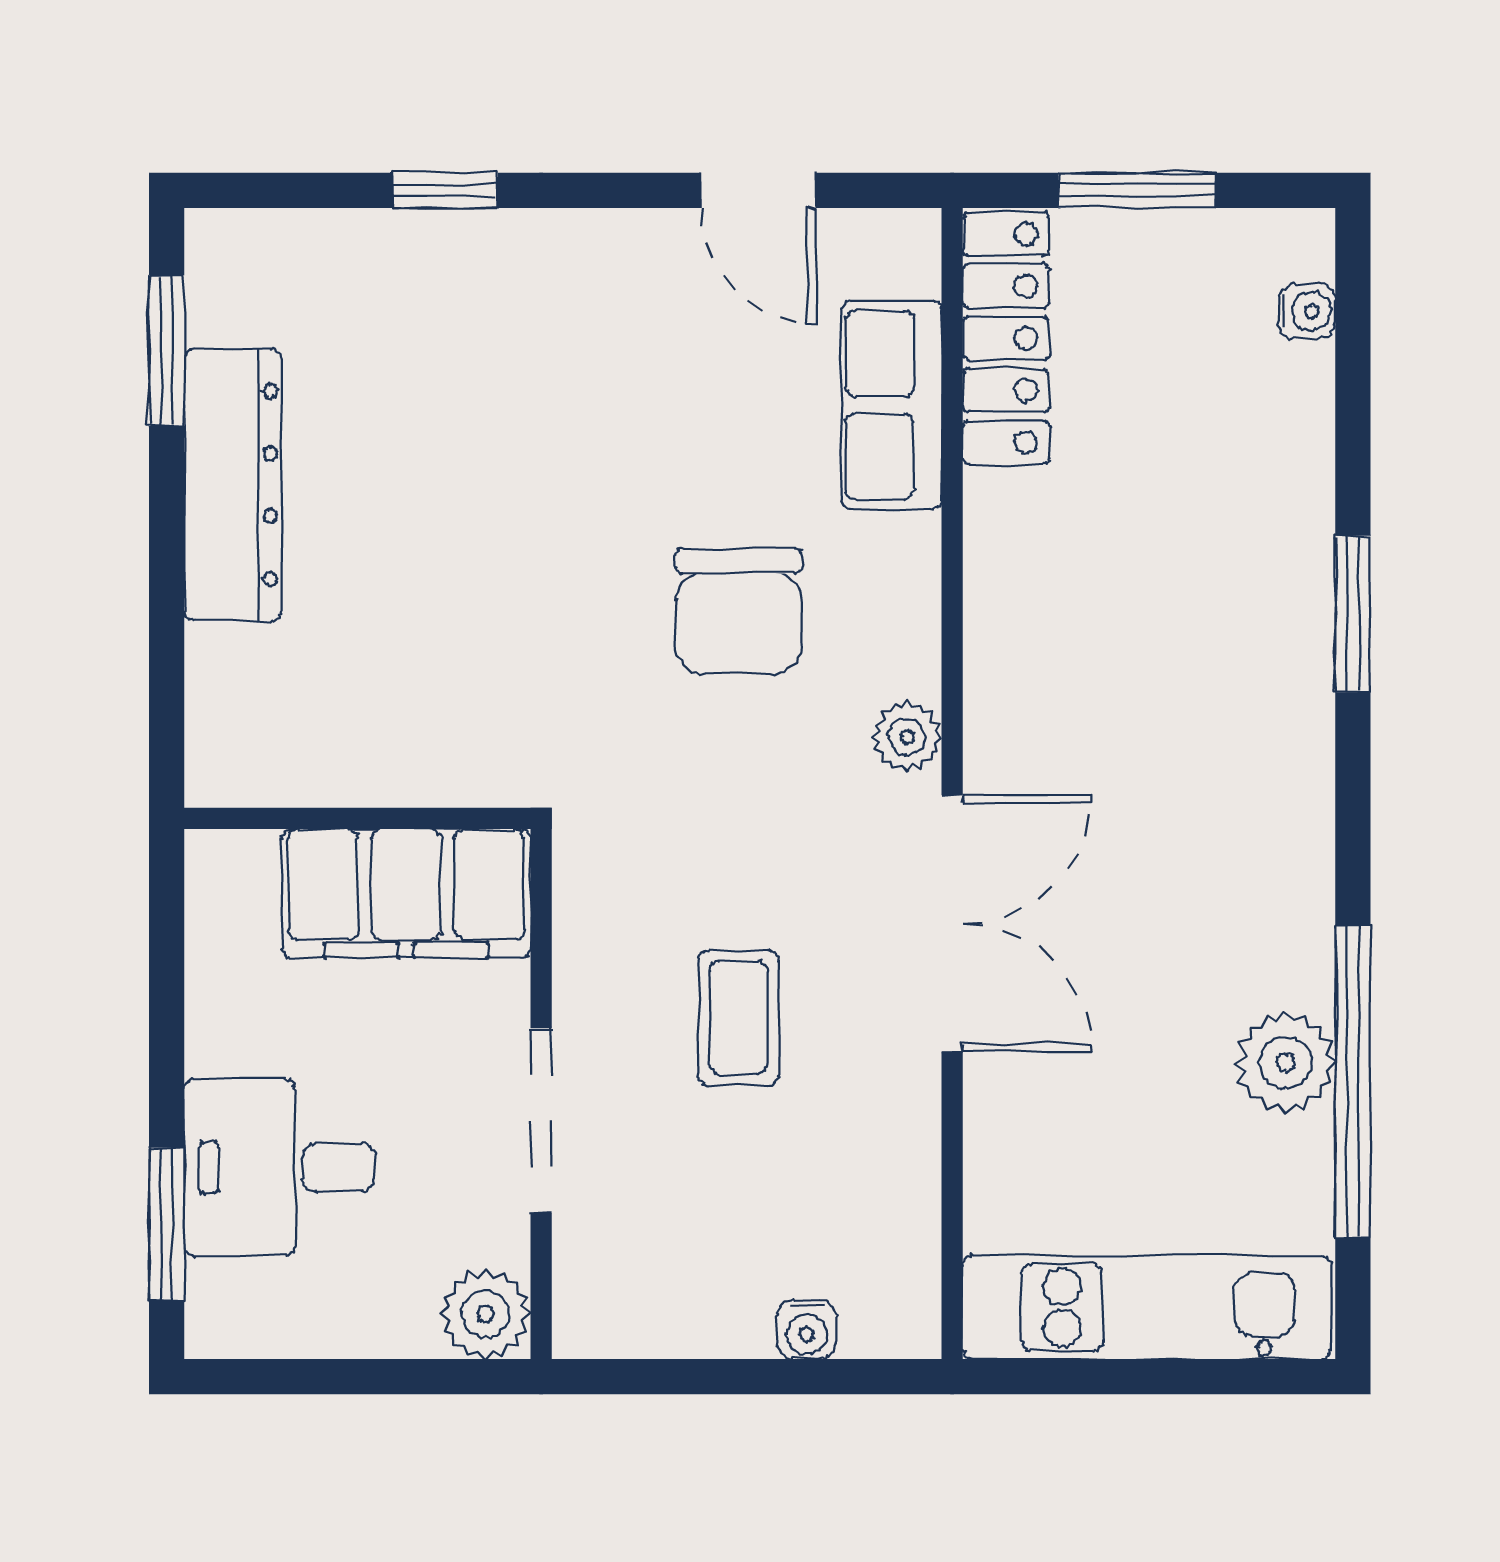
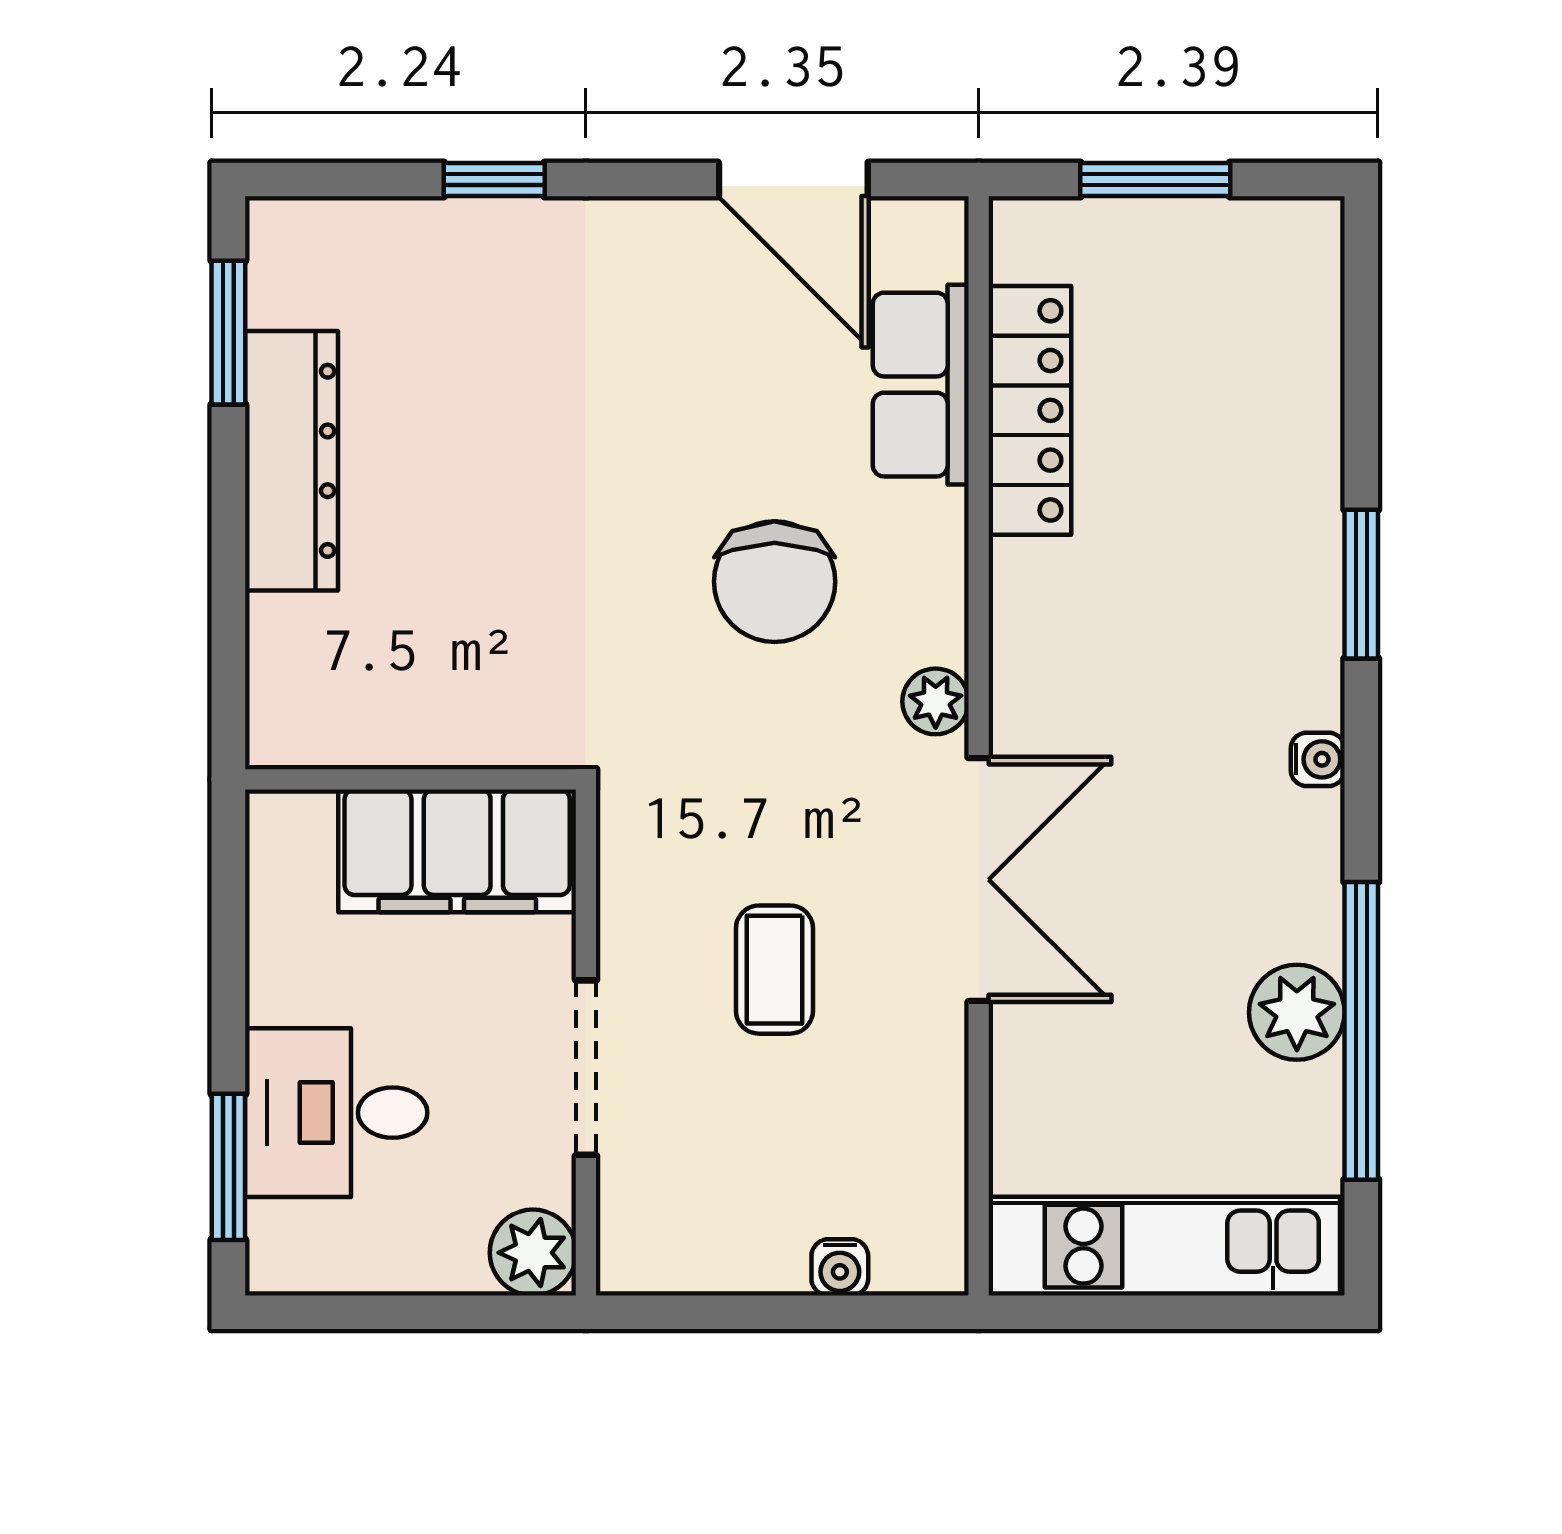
door: (758, 190) -> (793, 179), width x1.38
water cooler: (1307, 311) -> (1318, 759), moved
locker: (1006, 338) -> (1030, 410), moved

